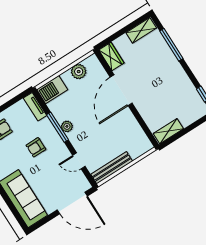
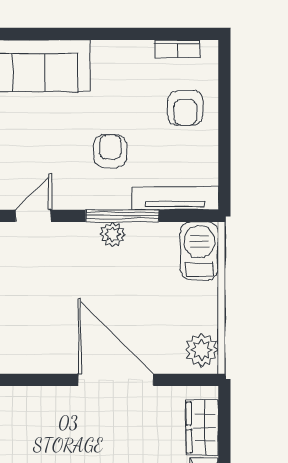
wardrobe: (111, 57) -> (202, 427), moved, turned 90
plant: (79, 72) -> (202, 350), moved
tv unit: (35, 107) -> (175, 198), width x1.41

